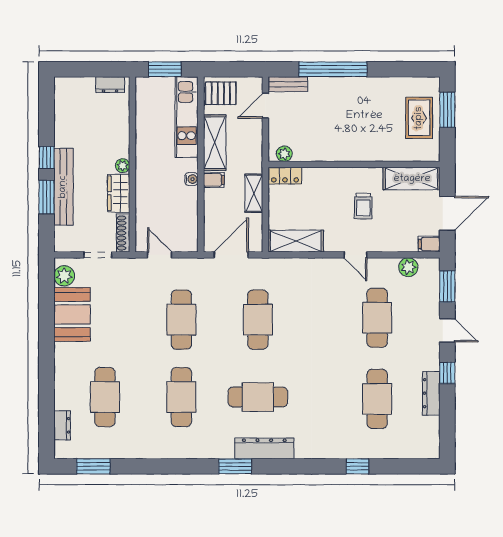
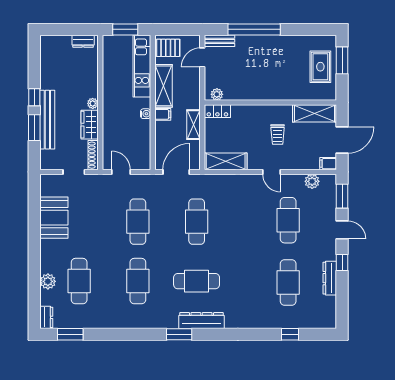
plant: (64, 276) -> (48, 281), moved
dresser: (62, 425) -> (46, 317), moved
window: (357, 466) -> (290, 334), moved

